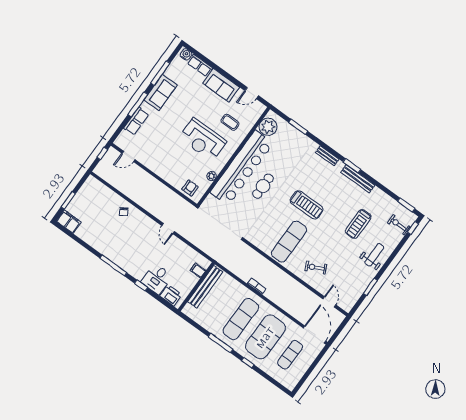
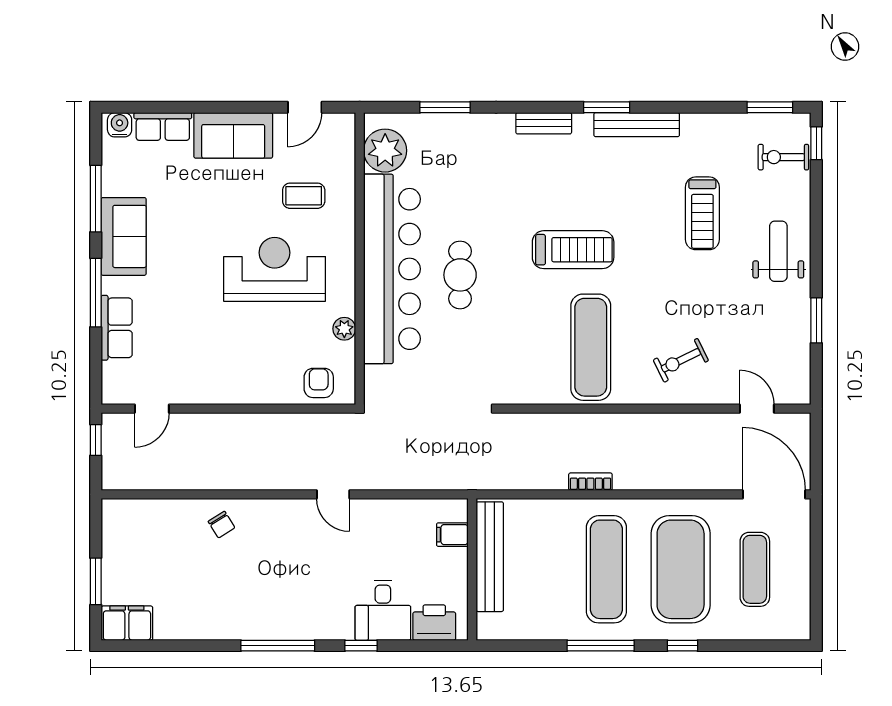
reception desk: (203, 140) -> (275, 269), turned 180

